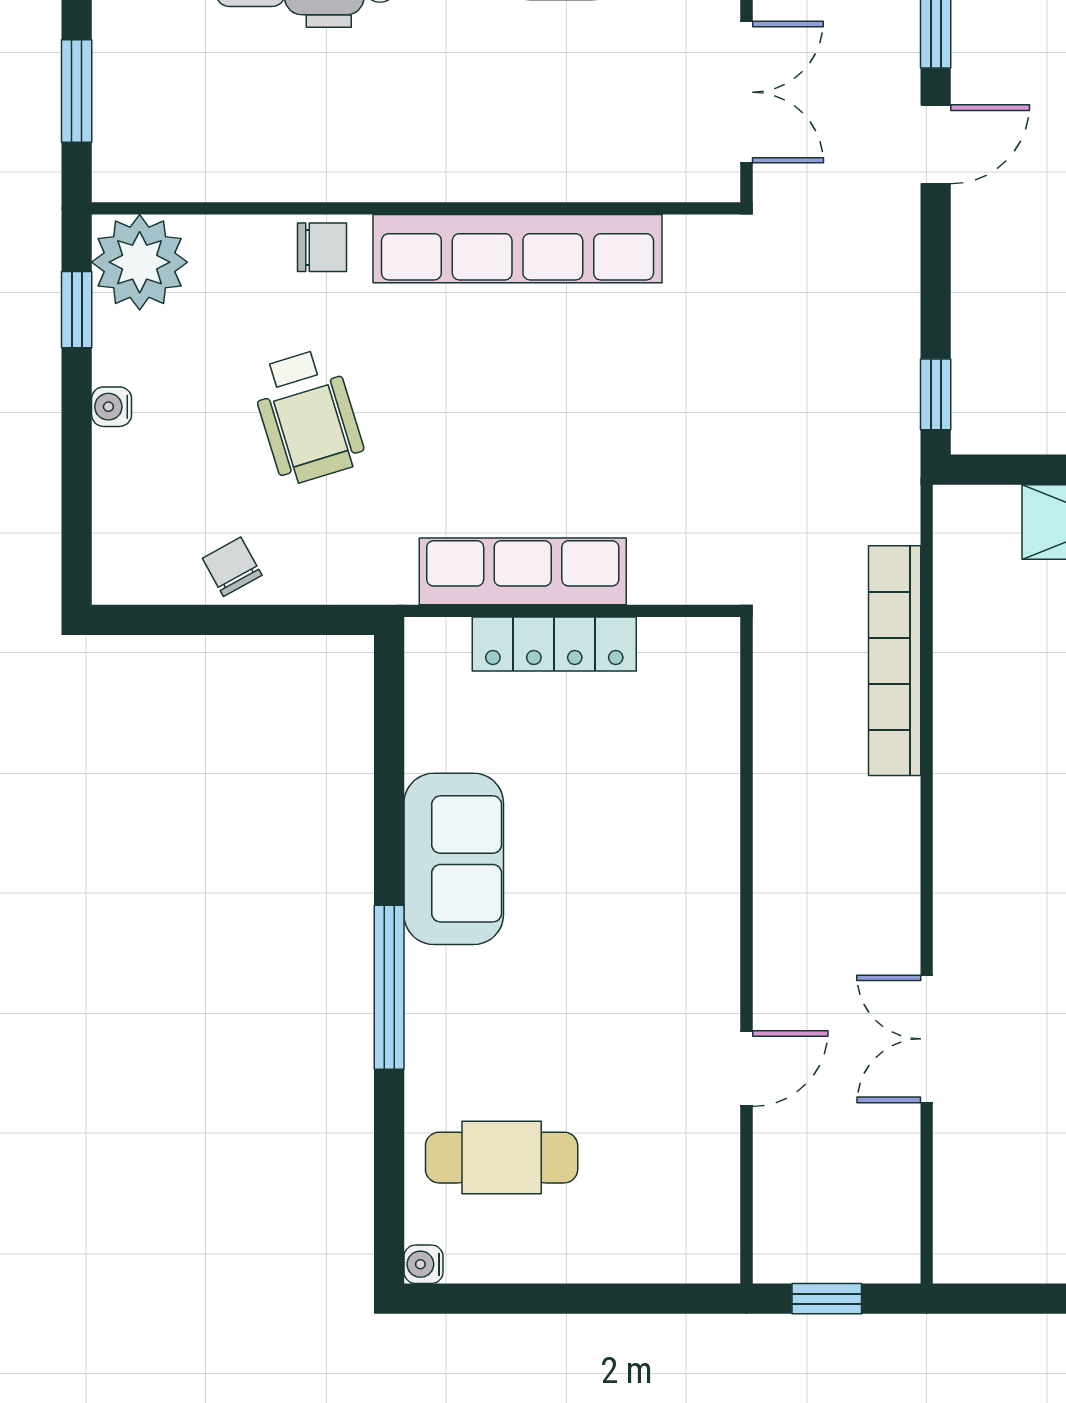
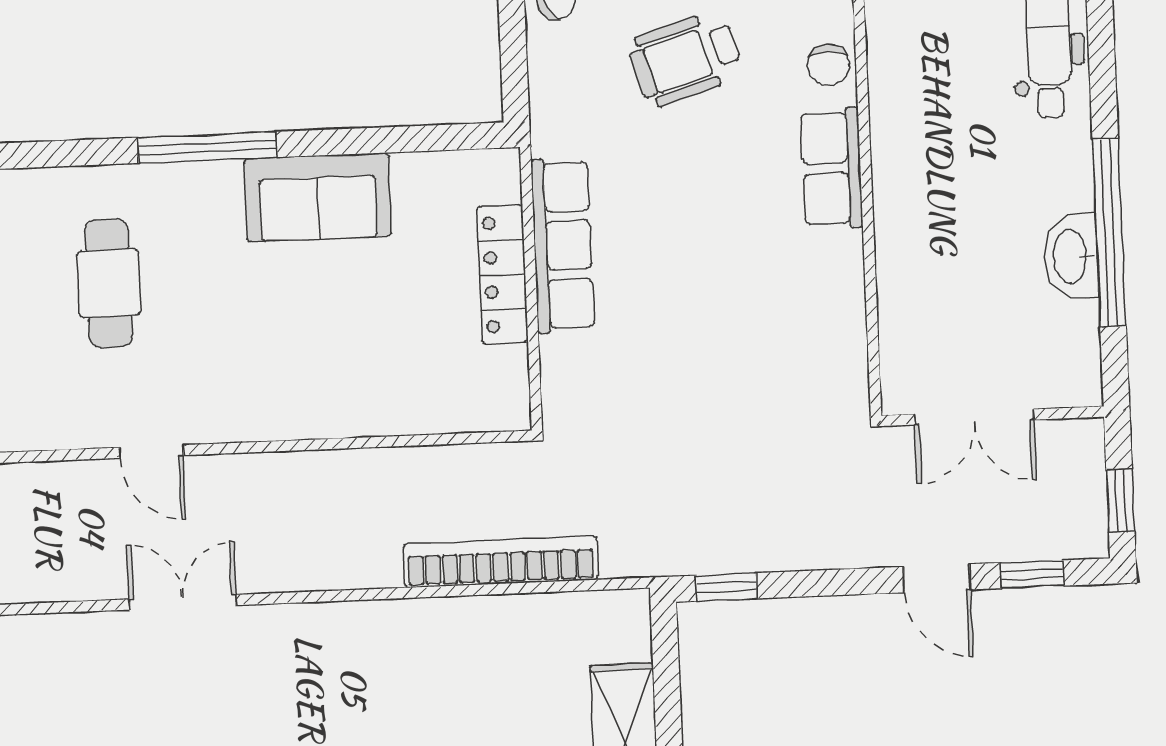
row of seats: (517, 249) -> (832, 168), width x0.50
cafe table: (502, 1158) -> (109, 283), moved

